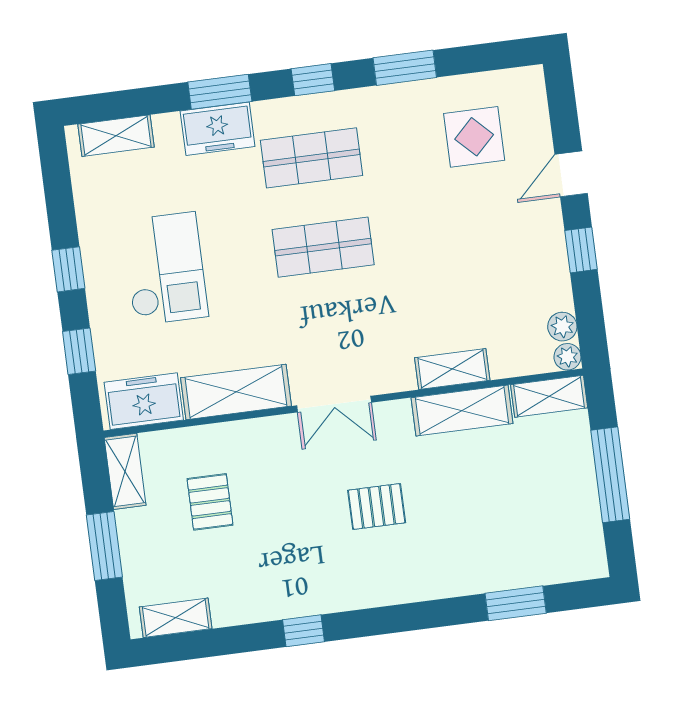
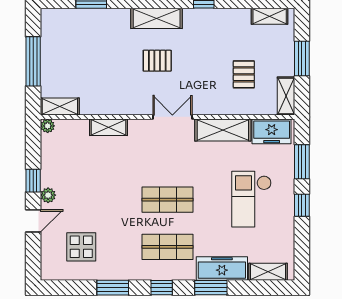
freezer: (218, 129) -> (222, 268), width x1.40
plant: (562, 327) -> (48, 195), moved
window: (79, 351) -> (302, 162), width x1.50
shelving: (462, 411) -> (157, 18), moved

